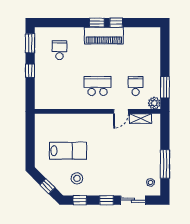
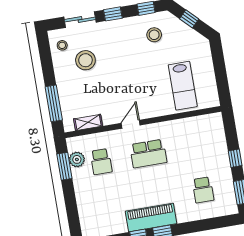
plant: (154, 103) -> (77, 159), moved
door: (121, 111) -> (131, 124), moved
lab bench: (68, 151) -> (183, 86), moved, turned -90
window: (165, 164) -> (54, 103), moved
stool: (134, 168) -> (85, 60), added

